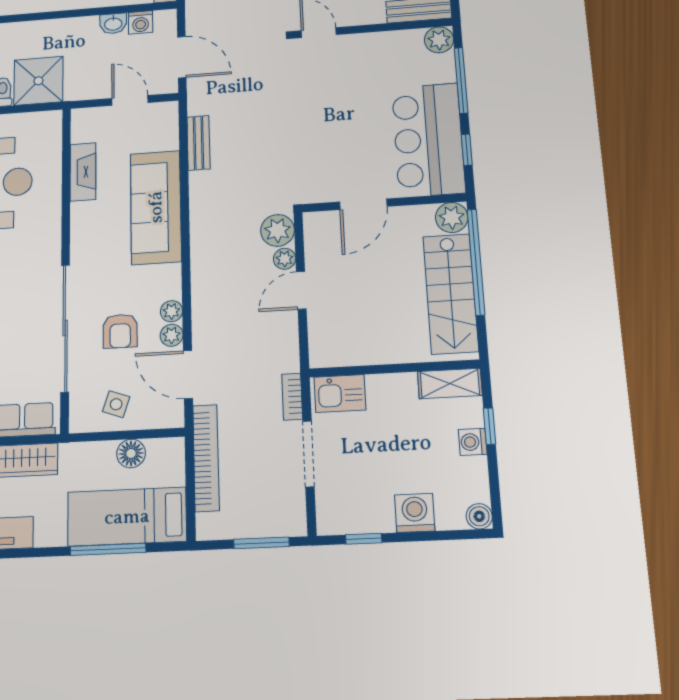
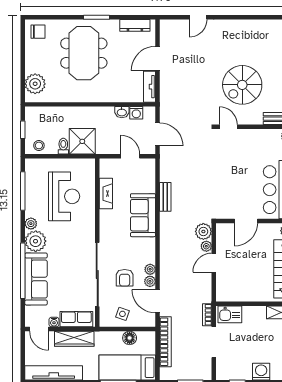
bench: (198, 143) -> (165, 197), moved
sofa: (156, 207) -> (143, 215), width x0.73

